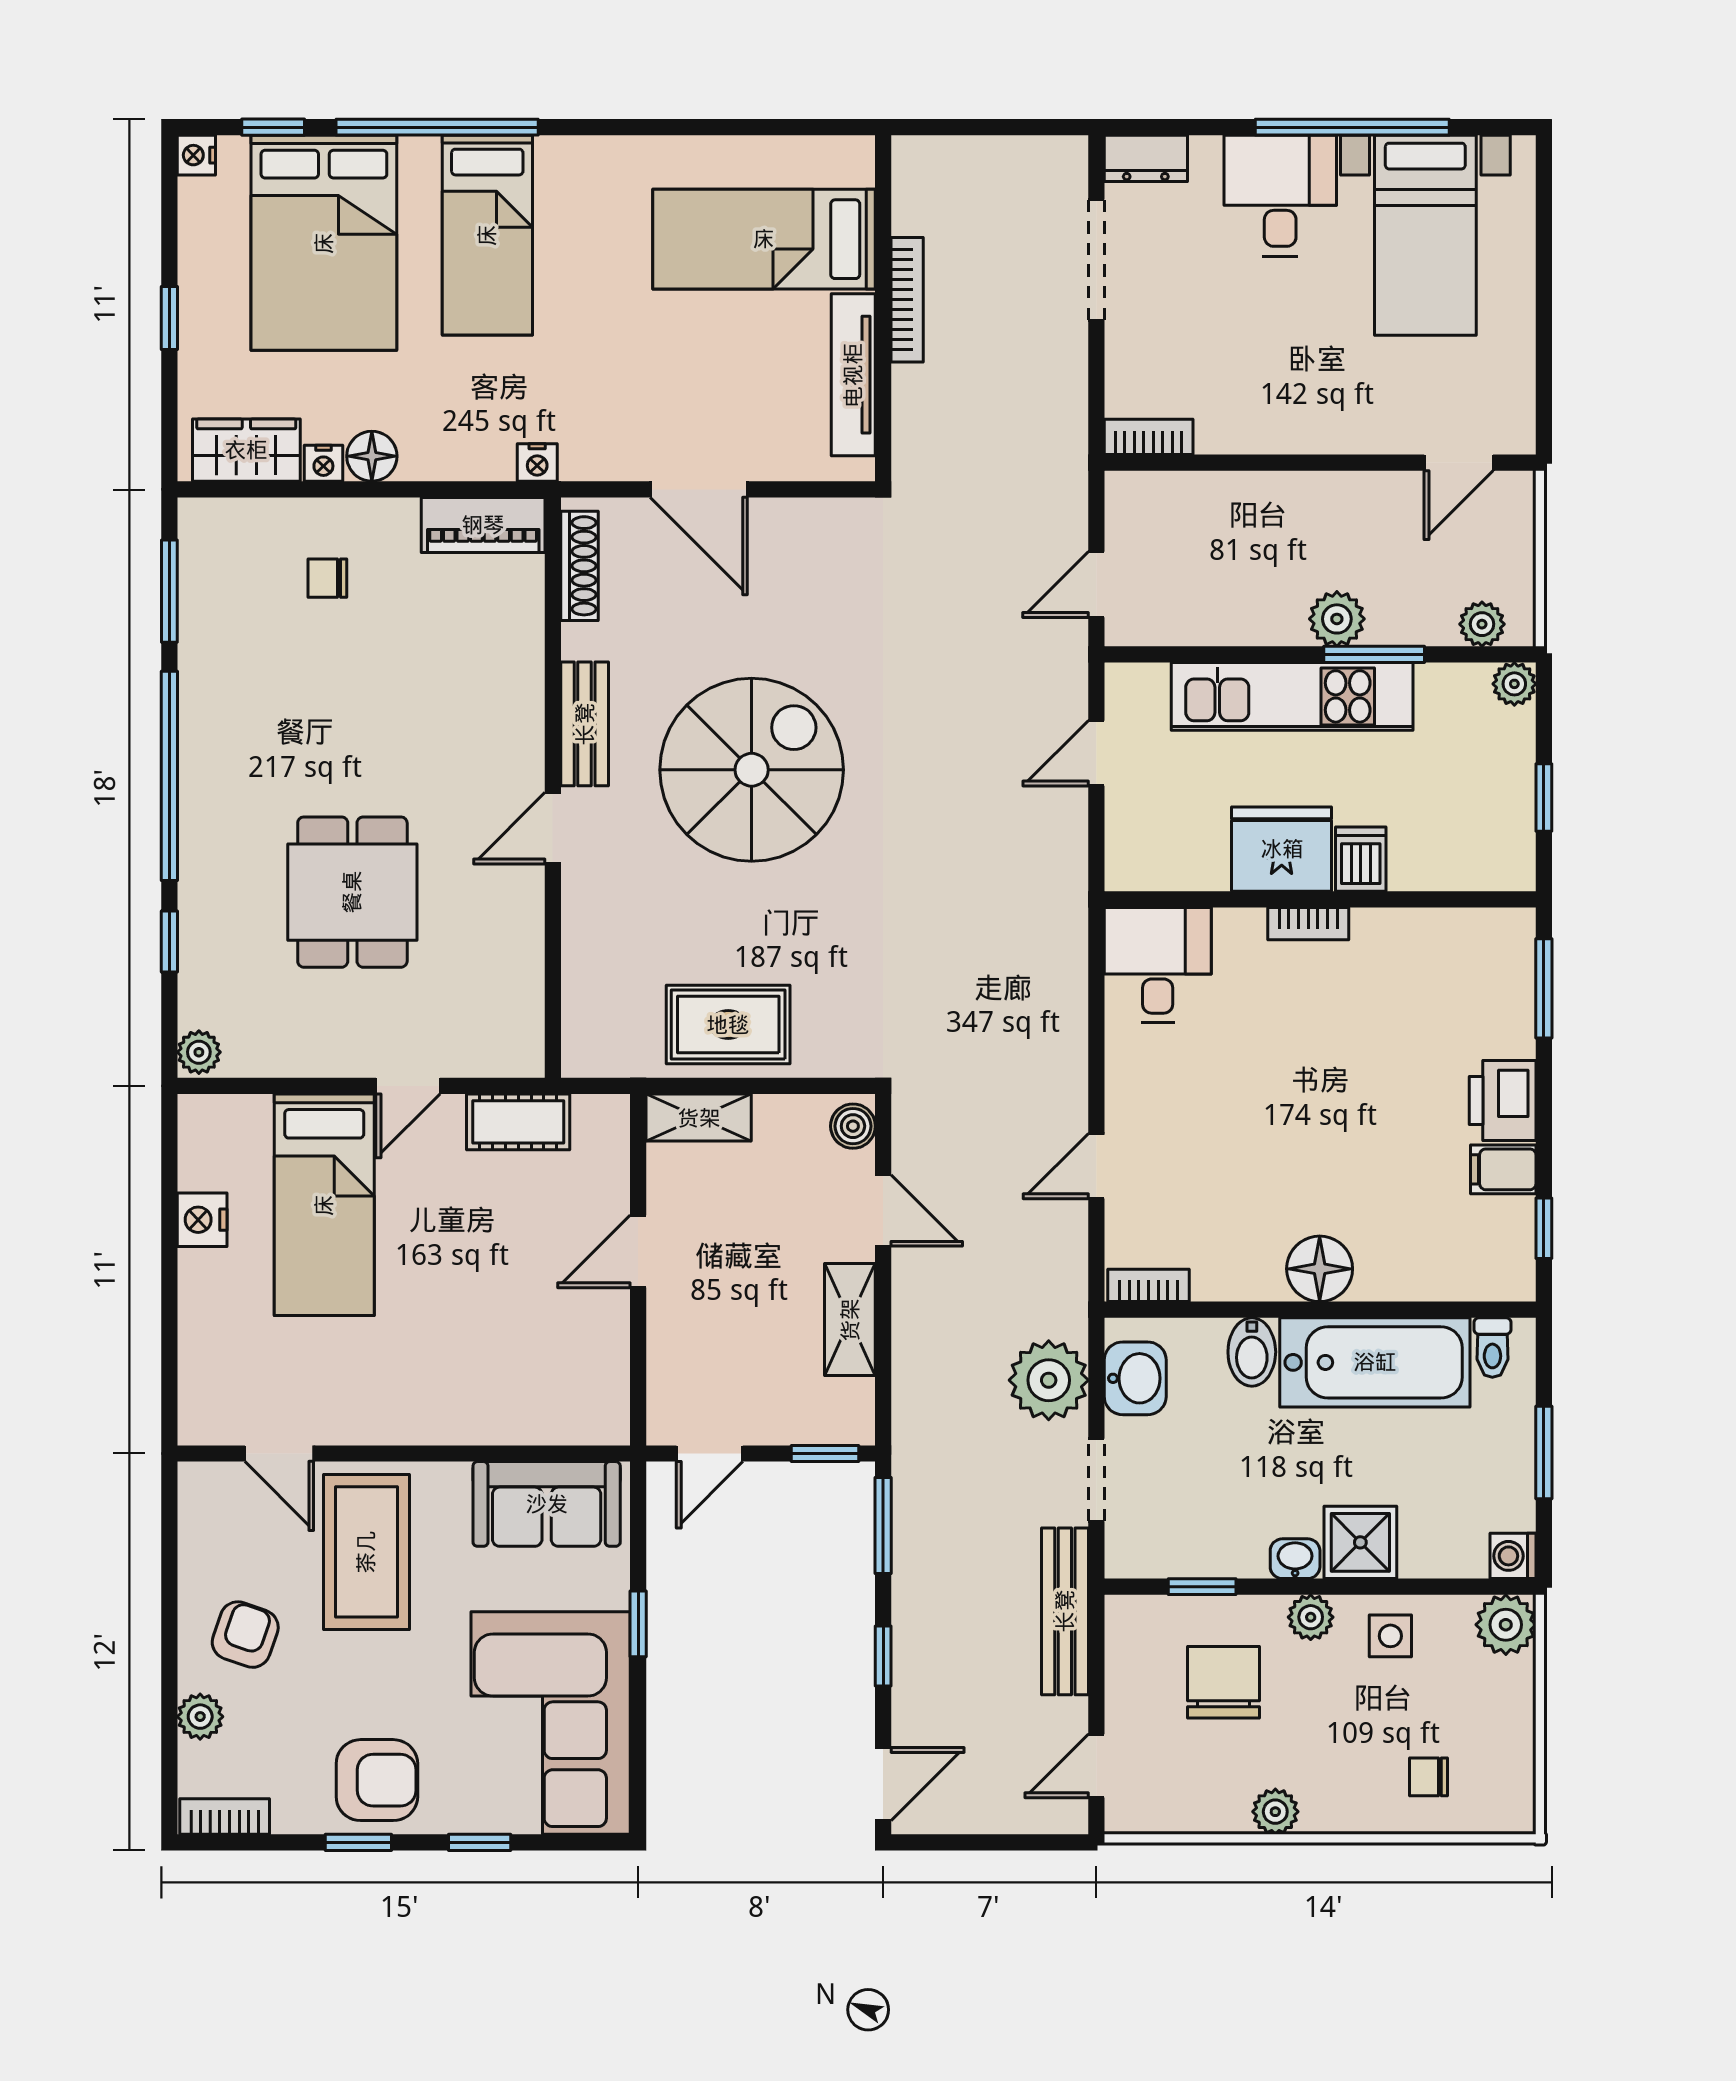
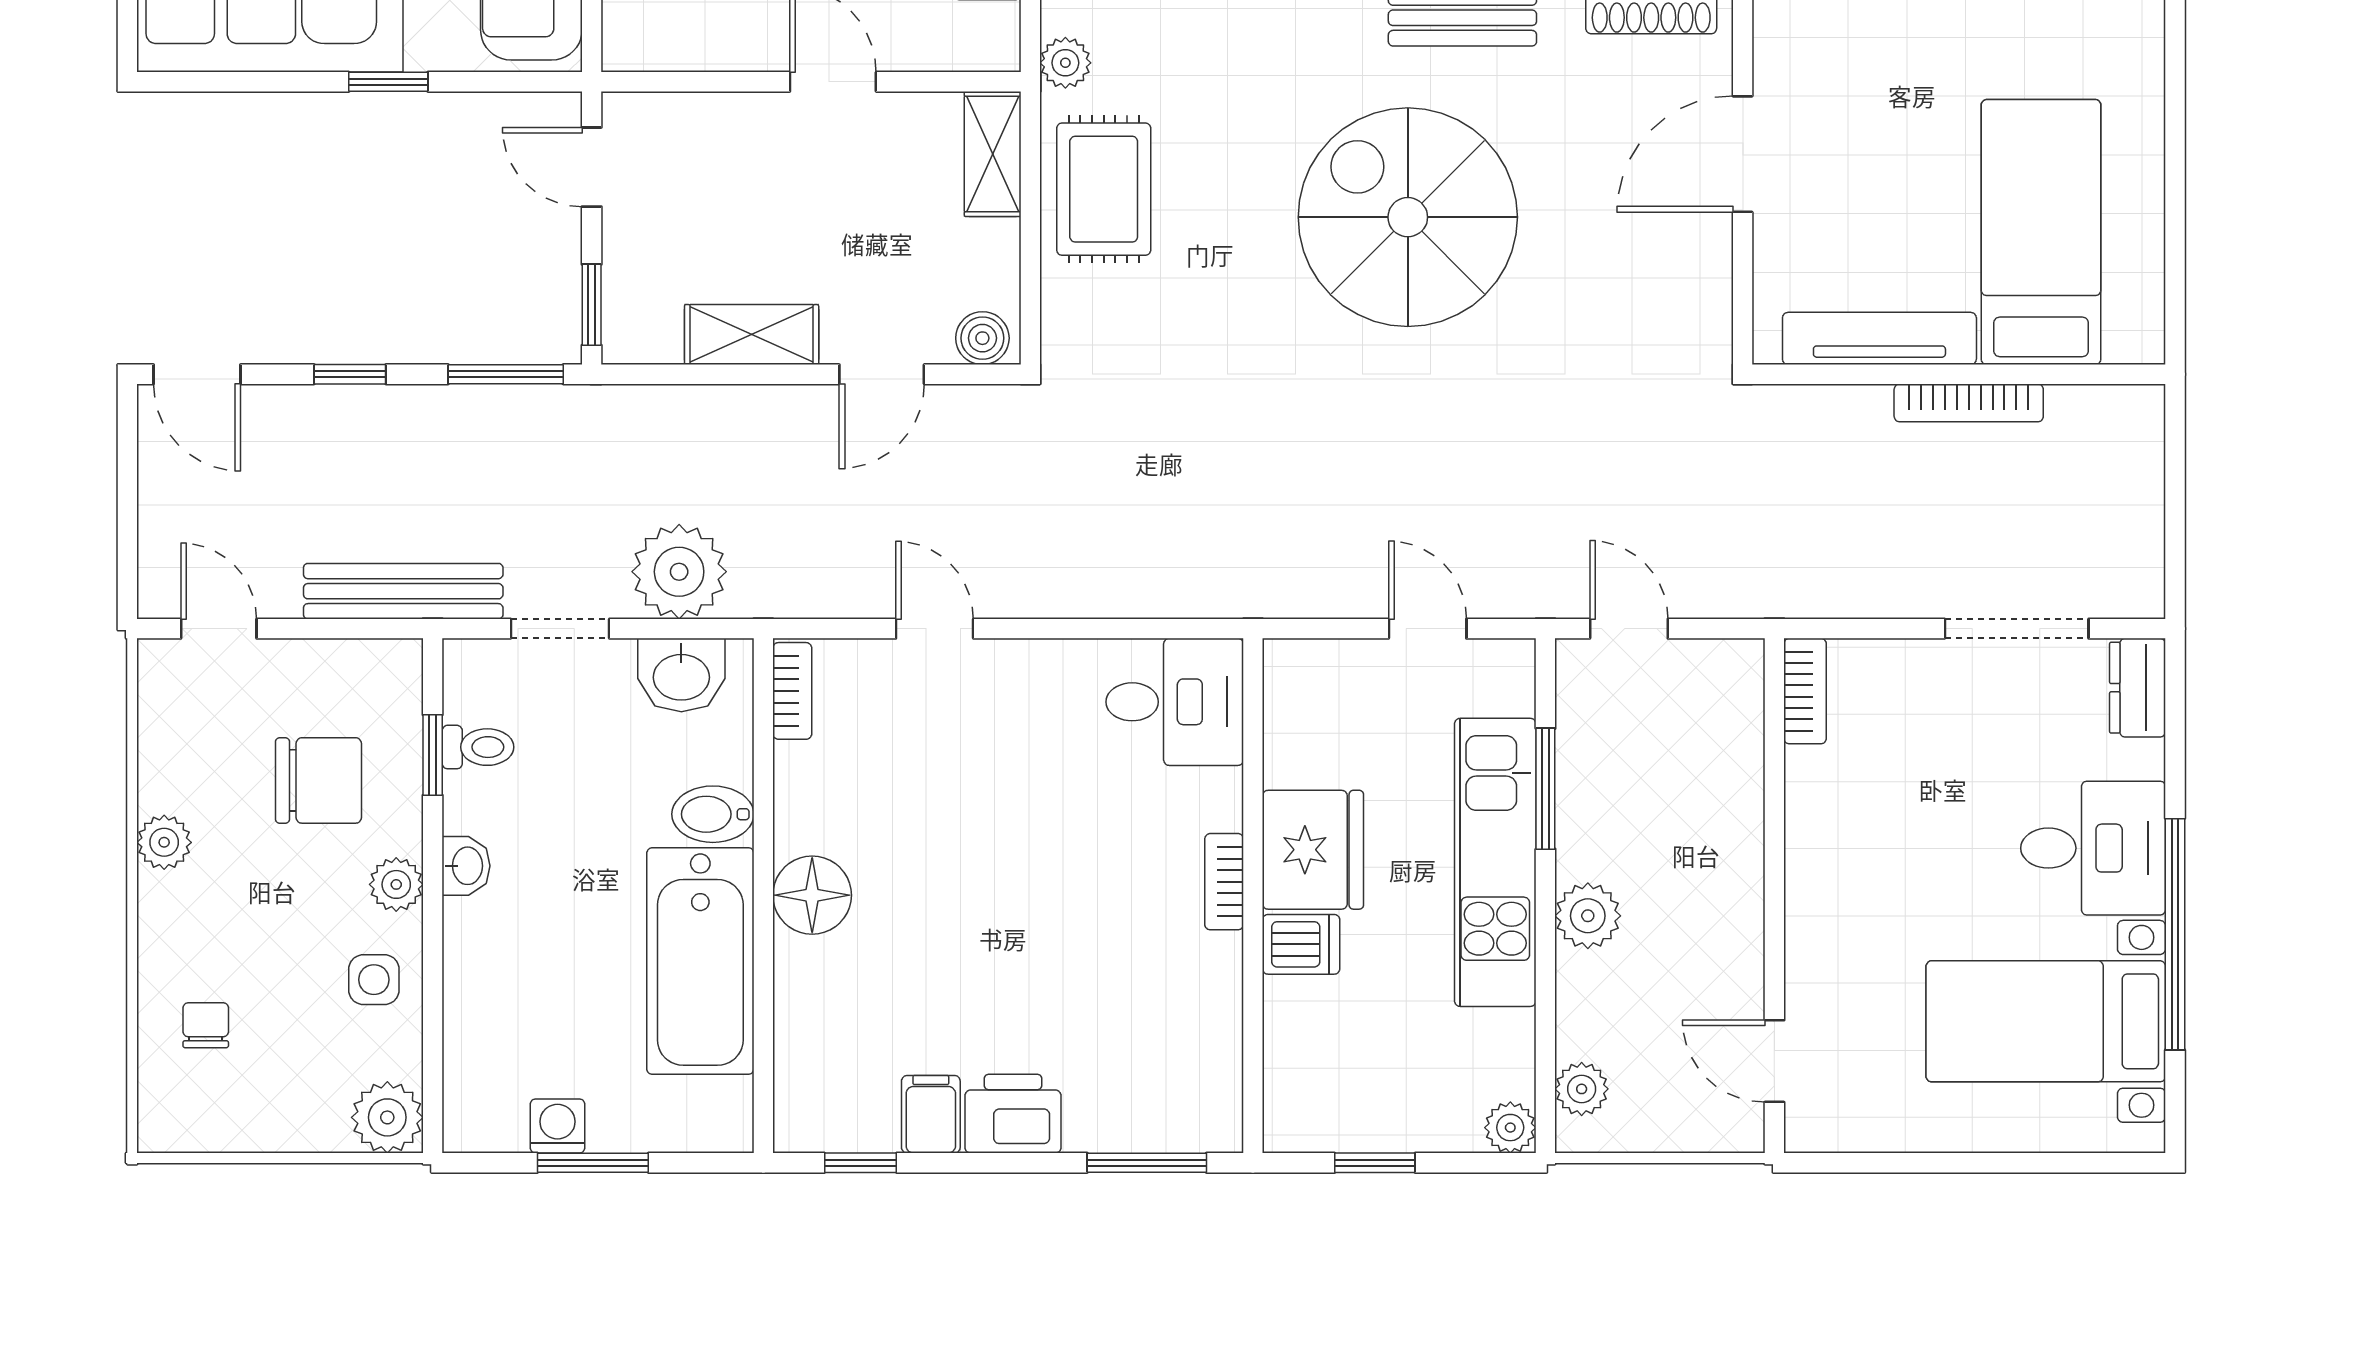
window: (1374, 654) -> (1545, 789), moved
spiral stairs: (752, 770) -> (1408, 217), turned 180
plant: (622, 1057) -> (1065, 63), added
toilet: (1492, 1348) -> (478, 747), moved, turned 180
shower: (1360, 1542) -> (486, 944), removed
washing machine: (1513, 1556) -> (557, 1126), moved

